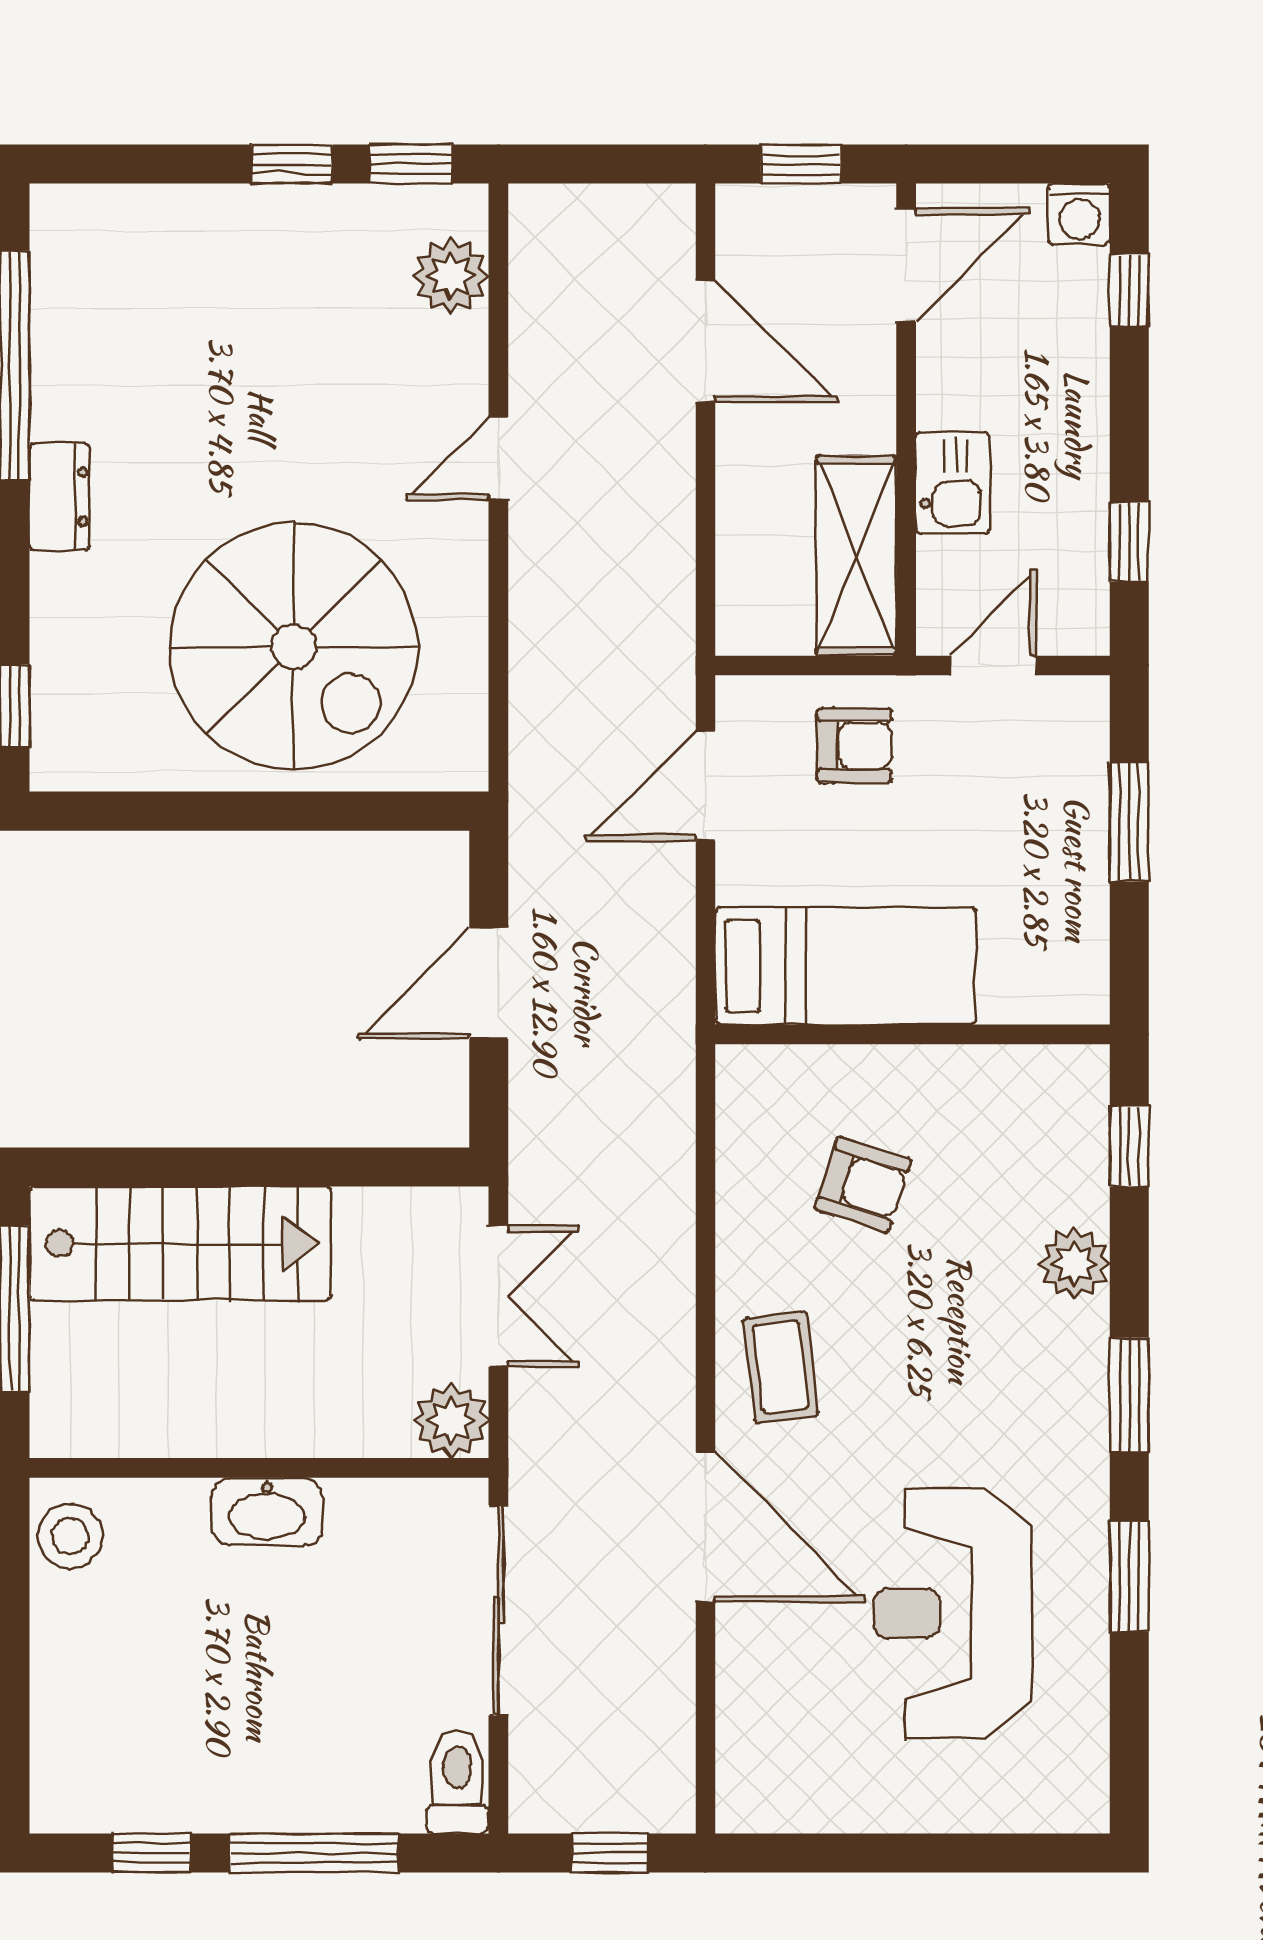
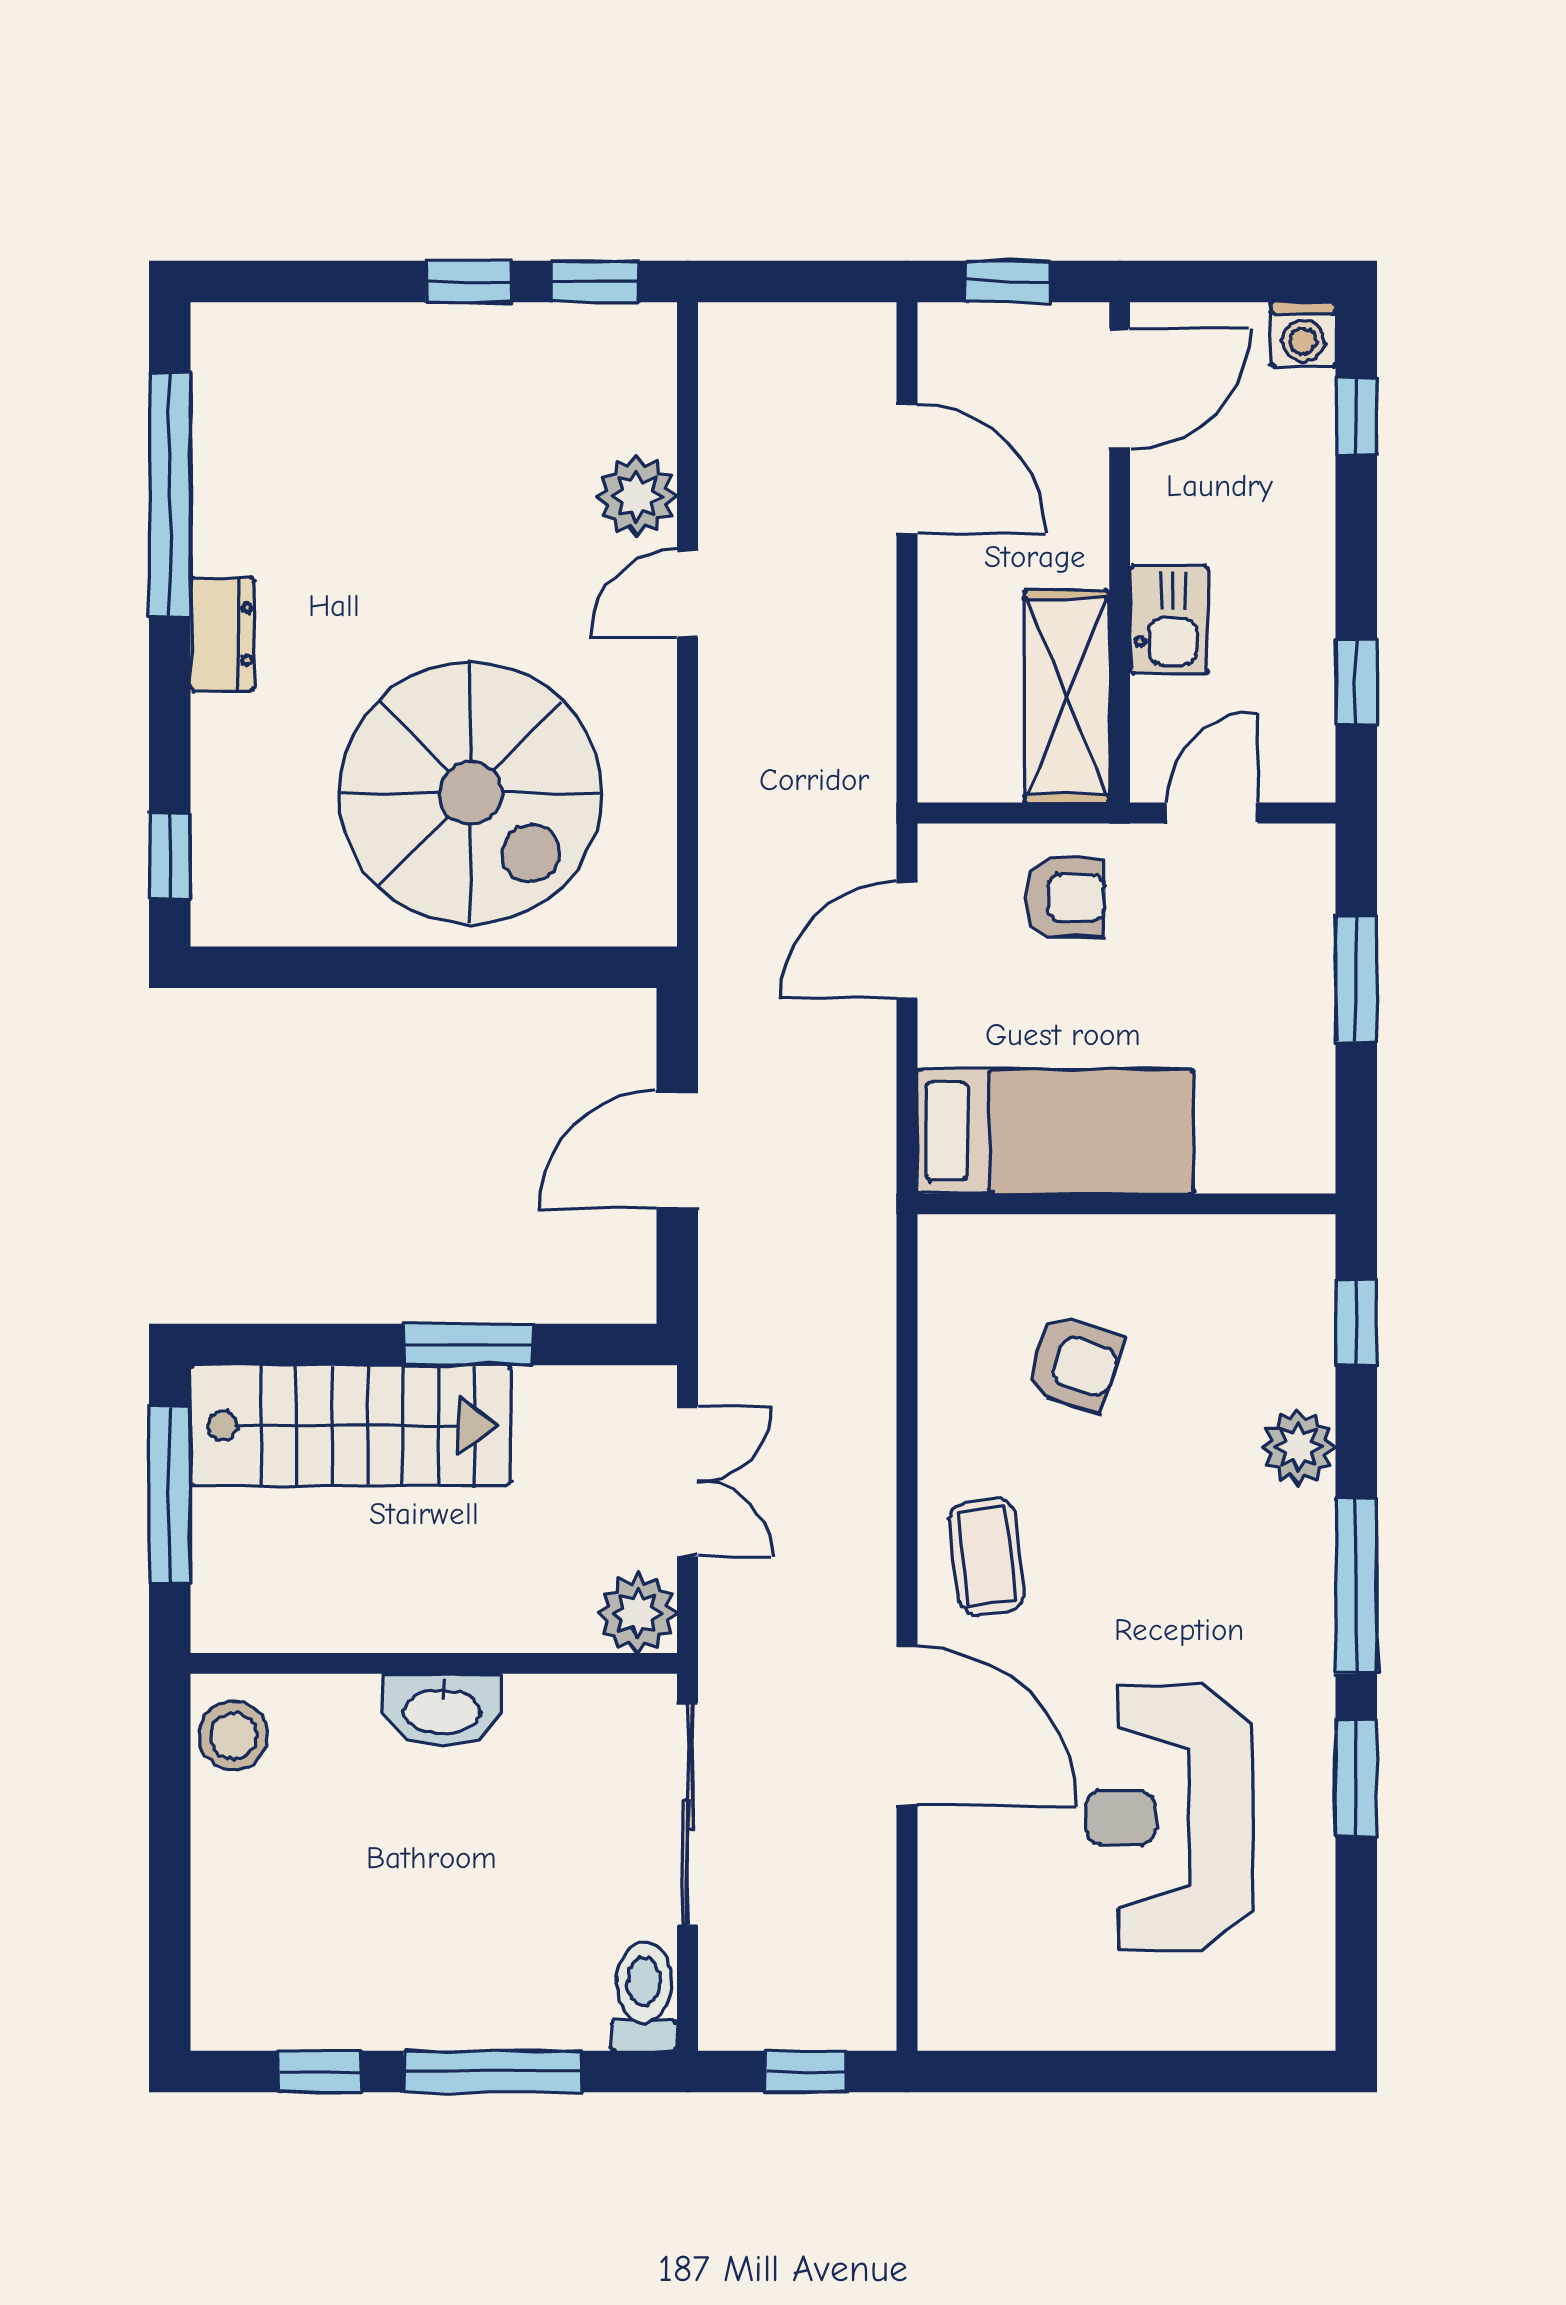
plant: (451, 276) -> (637, 496), moved
window: (292, 1167) -> (468, 1345), added
window: (1129, 1395) -> (1356, 1586), width x1.44

